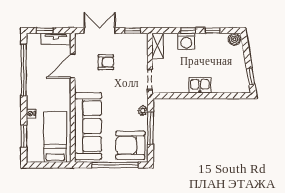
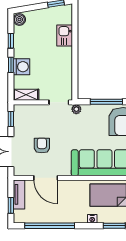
kitchen sink: (200, 85) -> (65, 35), moved
plant: (143, 111) -> (76, 109), moved

